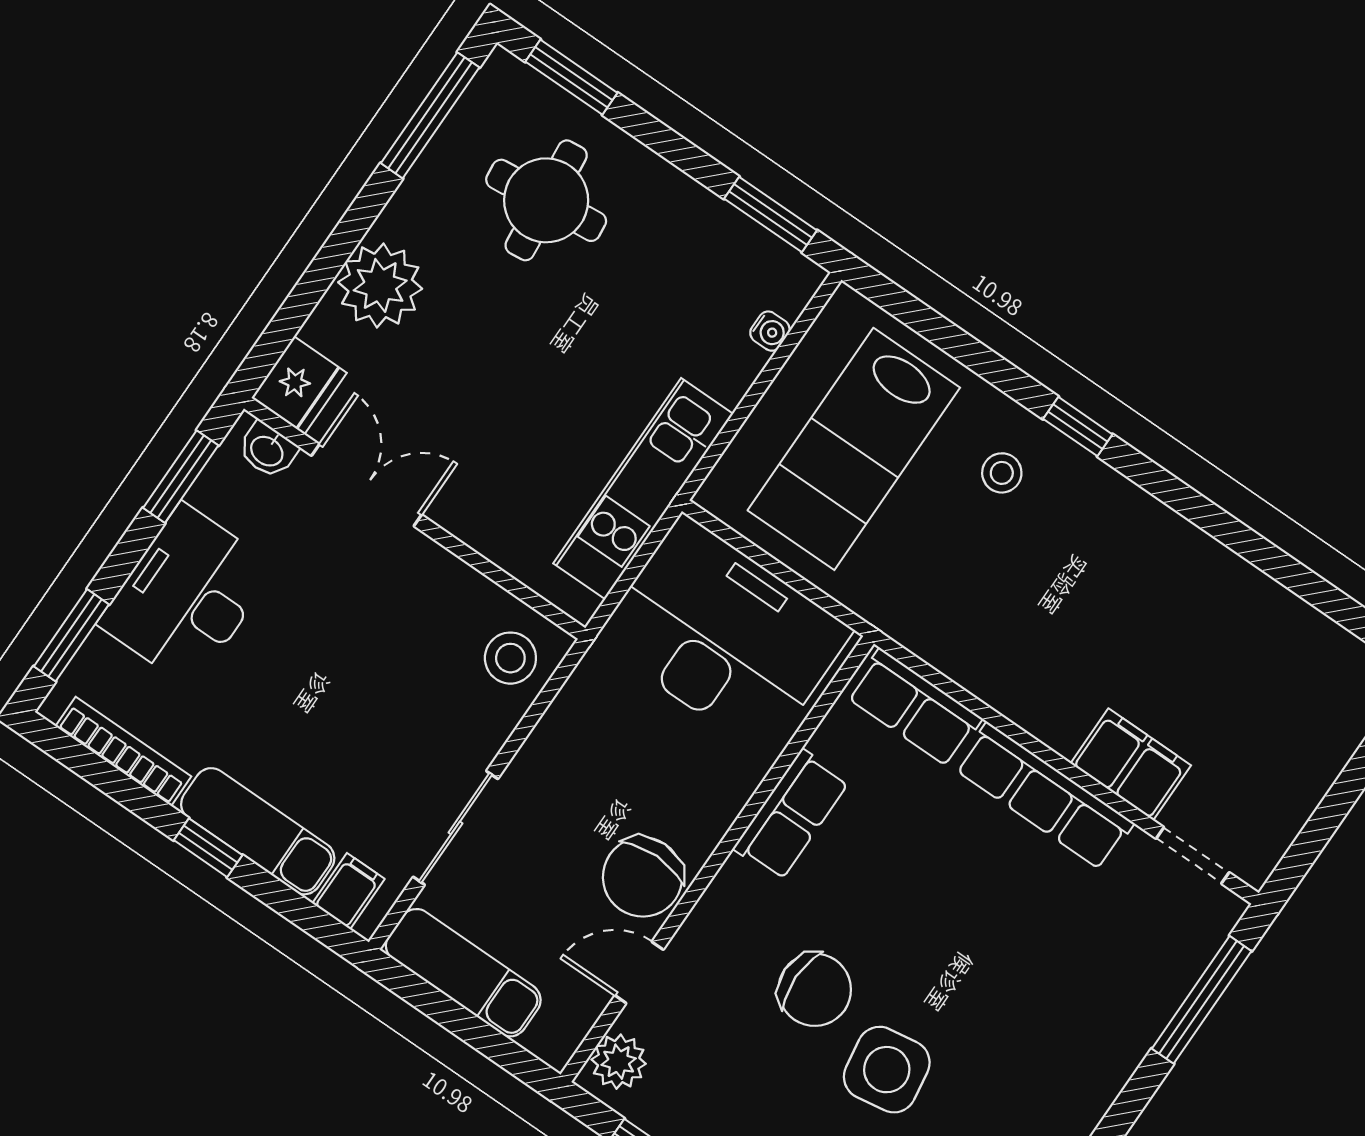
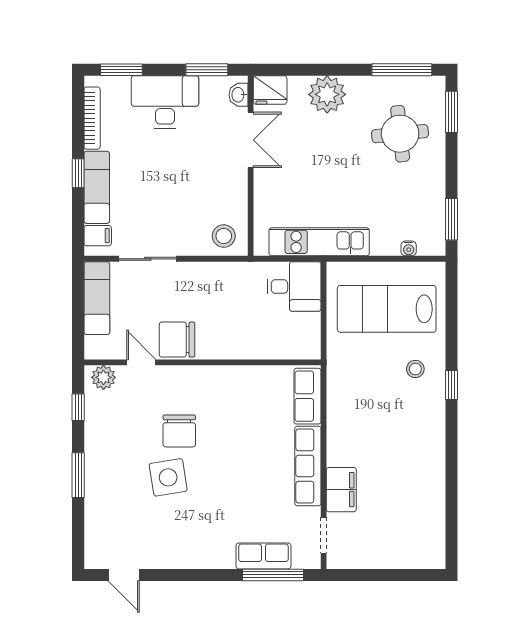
desk: (724, 635) -> (294, 287), width x0.53, depth x0.77
row of seats: (791, 815) -> (263, 556), moved, turned 180

